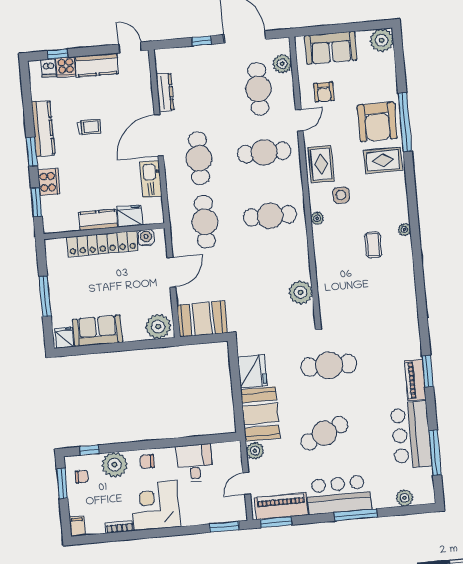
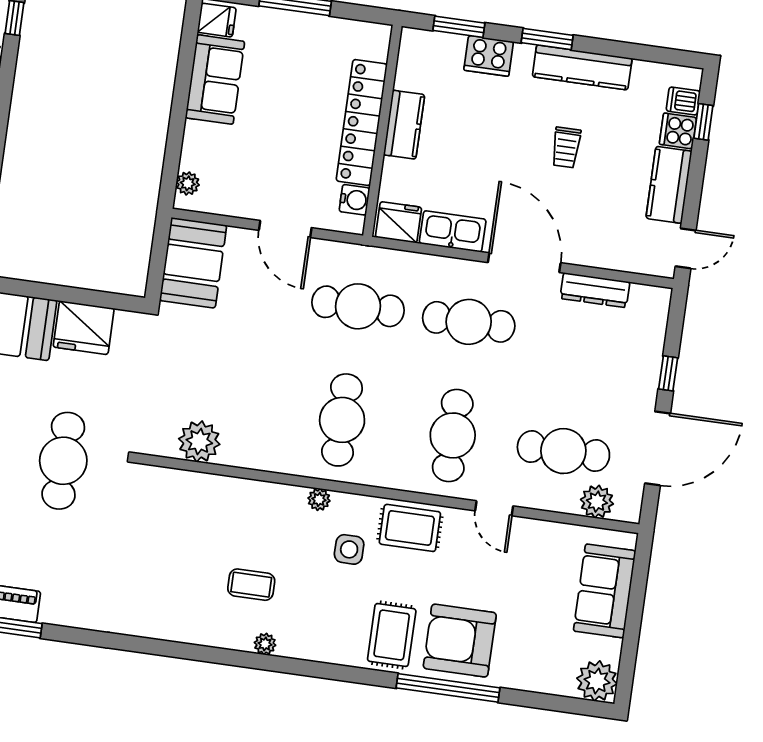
armchair: (324, 92) -> (532, 562), removed
fridge: (130, 216) -> (399, 222), moved, turned -90
plant: (158, 327) -> (188, 183), width x0.53, depth x0.53

